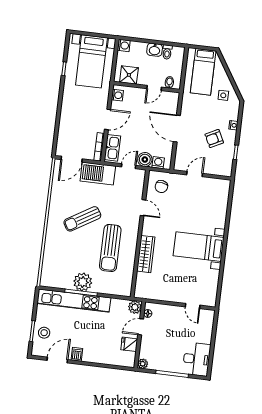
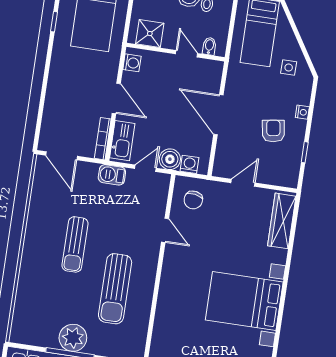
door: (154, 88) -> (187, 54), swing flipped
door: (108, 119) -> (116, 98), hinge flipped
armchair: (214, 138) -> (273, 131), turned 108
door: (72, 159) -> (62, 156), hinge flipped
barbecue: (98, 174) -> (112, 175), width x0.53, depth x0.65
sun lounger: (82, 219) -> (75, 244), turned -59
bed with nightstands: (199, 247) -> (244, 301), width x1.36
wardrobe: (146, 254) -> (282, 221), moved, turned 180

